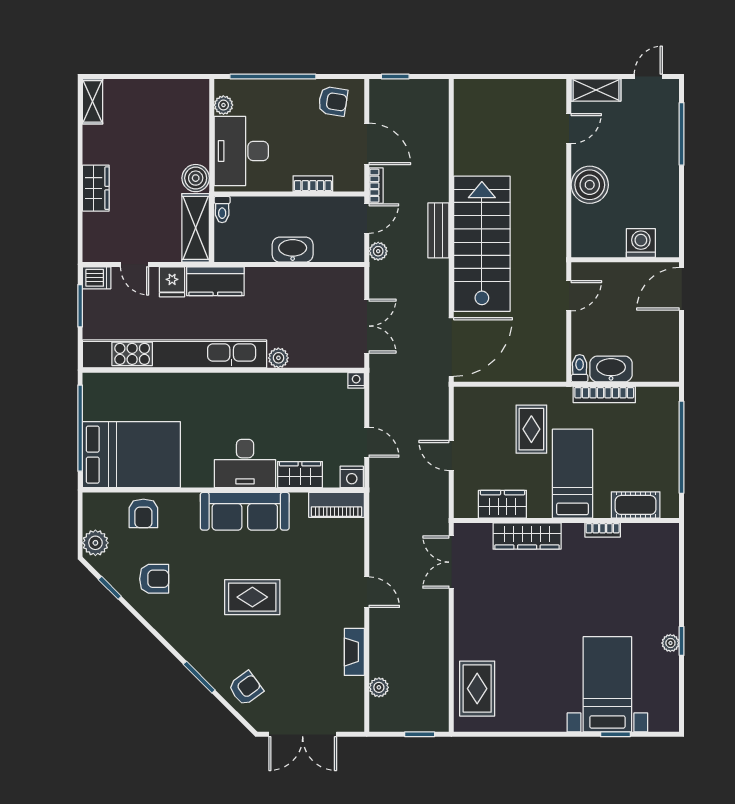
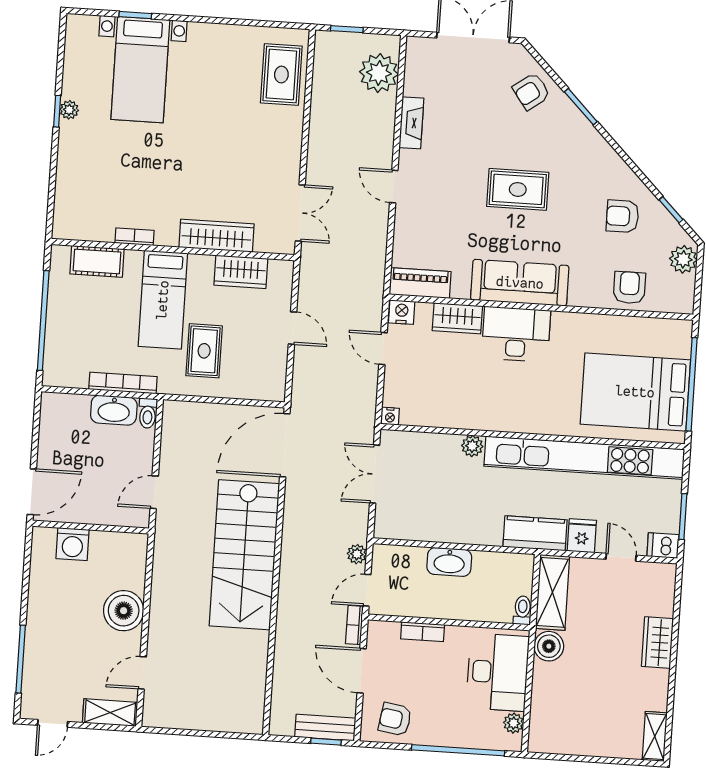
bench: (438, 230) -> (325, 728), moved, turned 90
bed: (131, 455) -> (635, 392), moved
plant: (379, 687) -> (379, 73), width x1.87, depth x1.87

